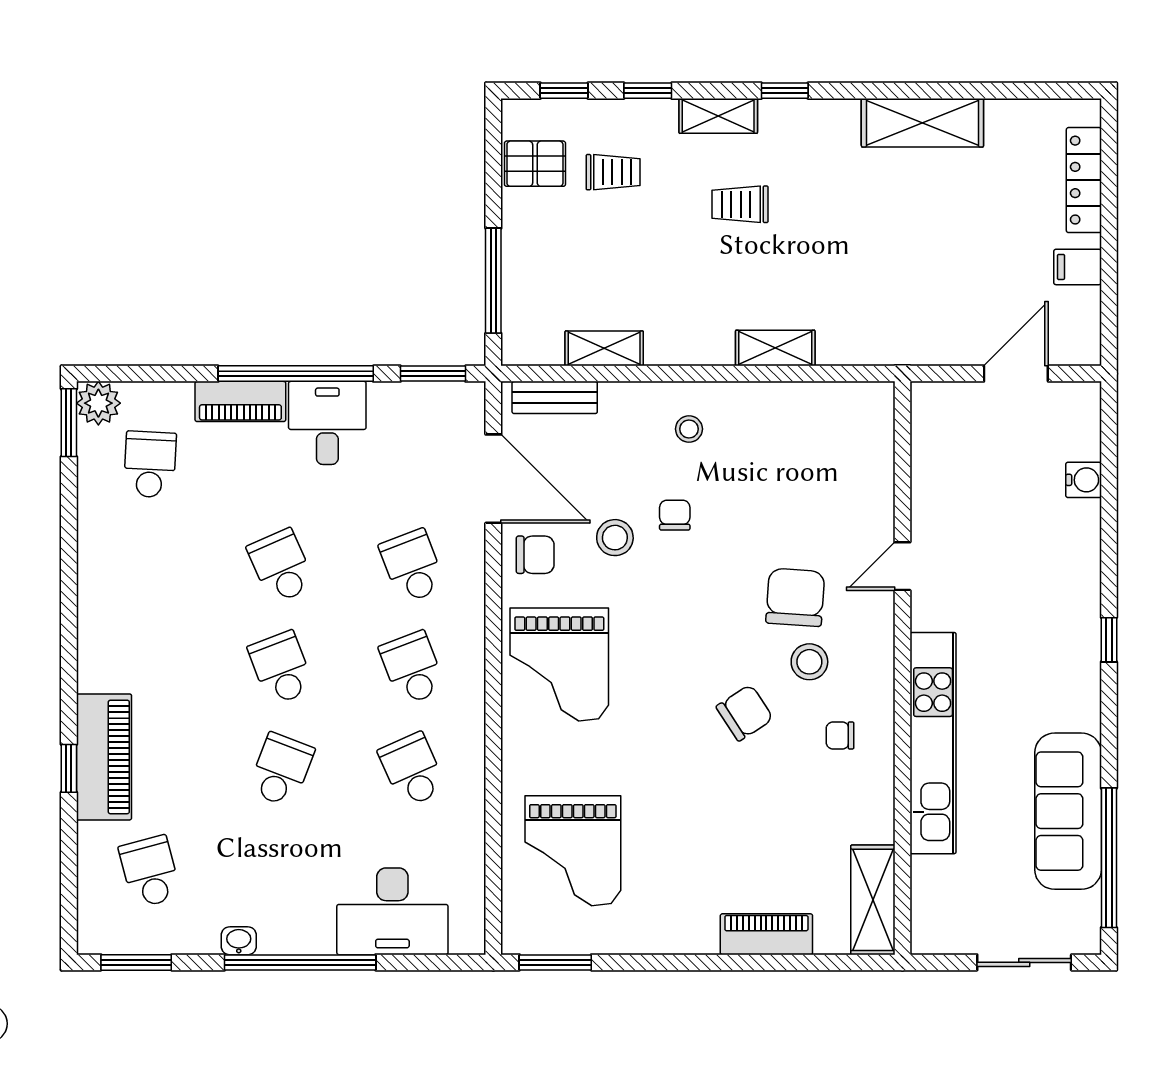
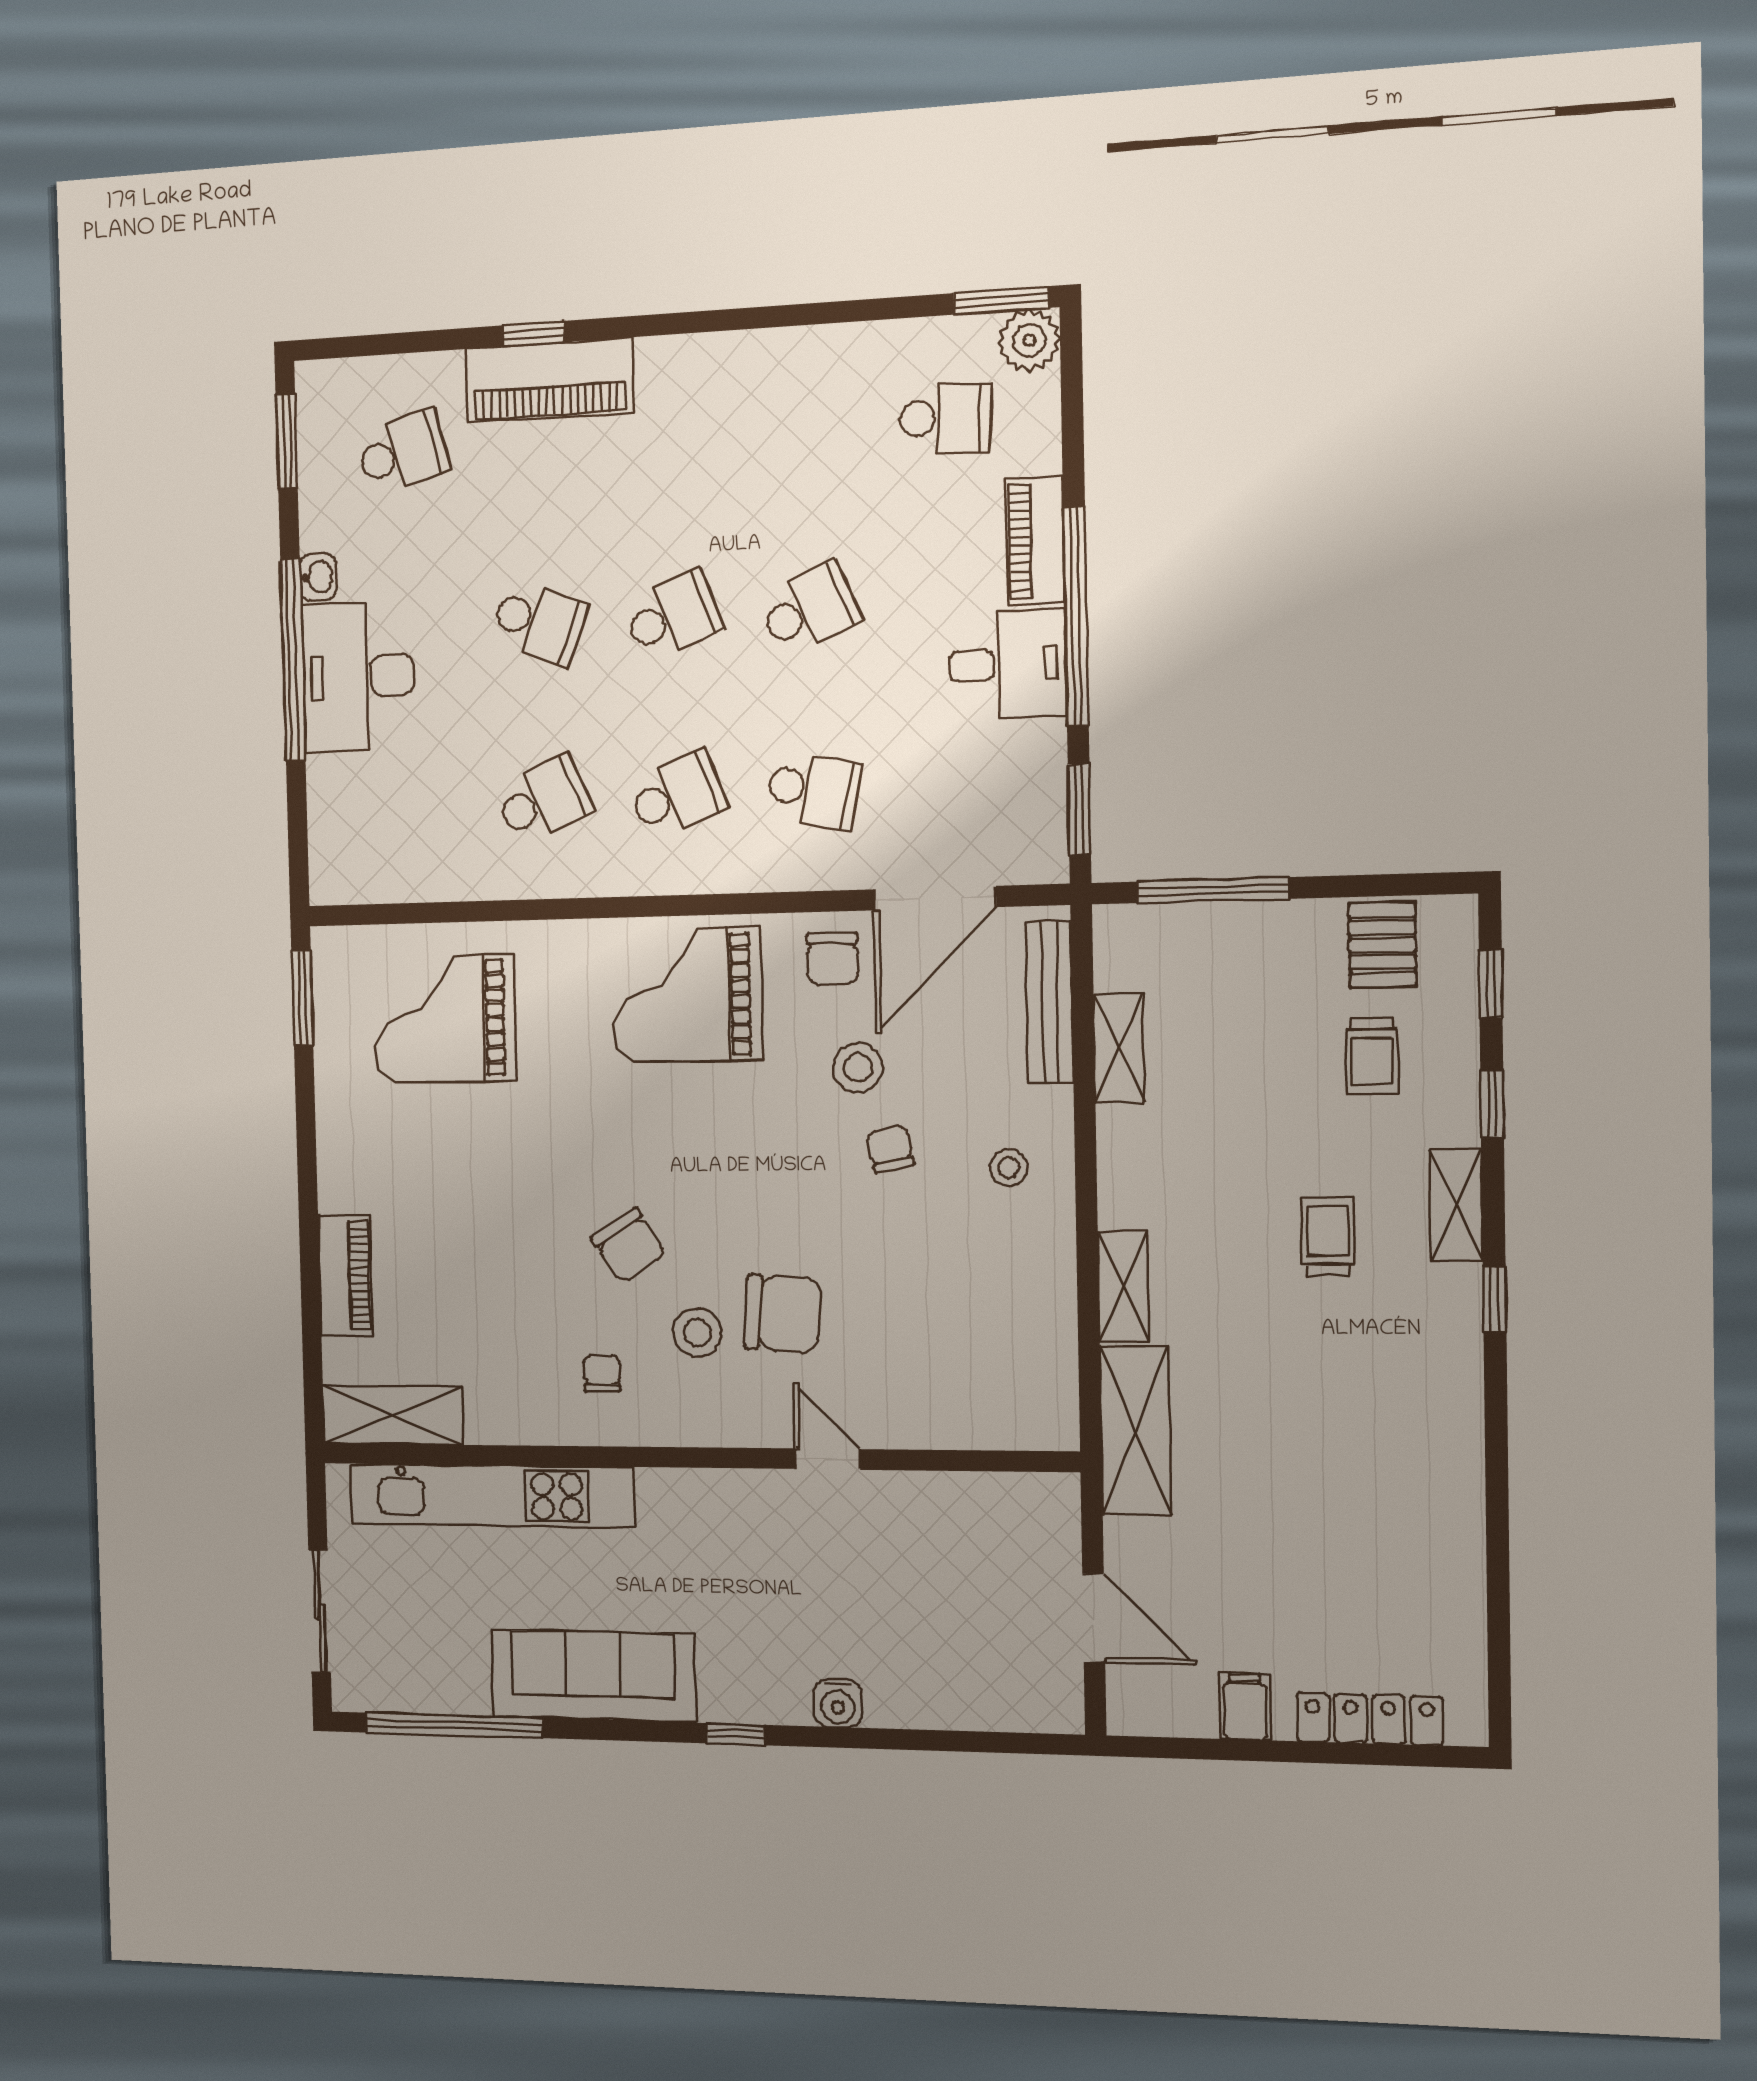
shelving: (922, 123) -> (1135, 1430), moved
bench: (555, 397) -> (1049, 1002), width x1.36
water cooler: (1084, 480) -> (838, 1703), moved
chair: (675, 515) -> (890, 1149), turned -102
school desk: (412, 566) -> (813, 790), turned 33
kitchen unit: (933, 743) -> (491, 1496), moved
sofa: (1068, 811) -> (593, 1676), moved
desk: (392, 911) -> (358, 677), moved

